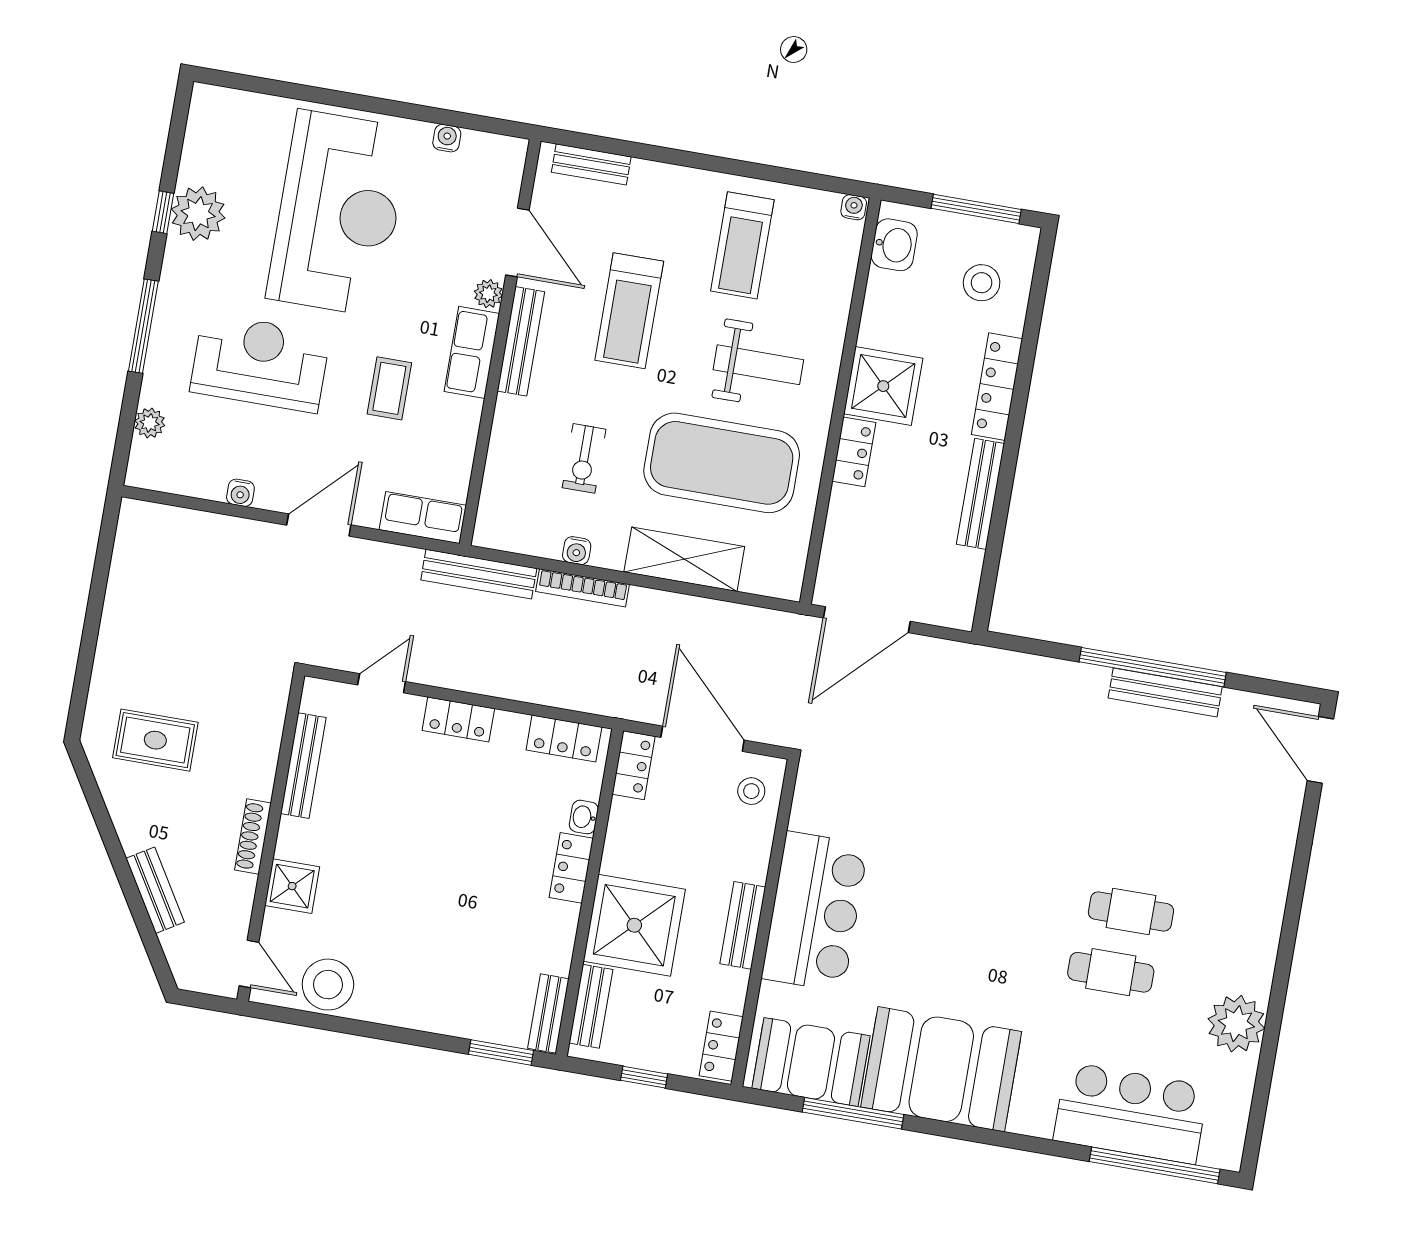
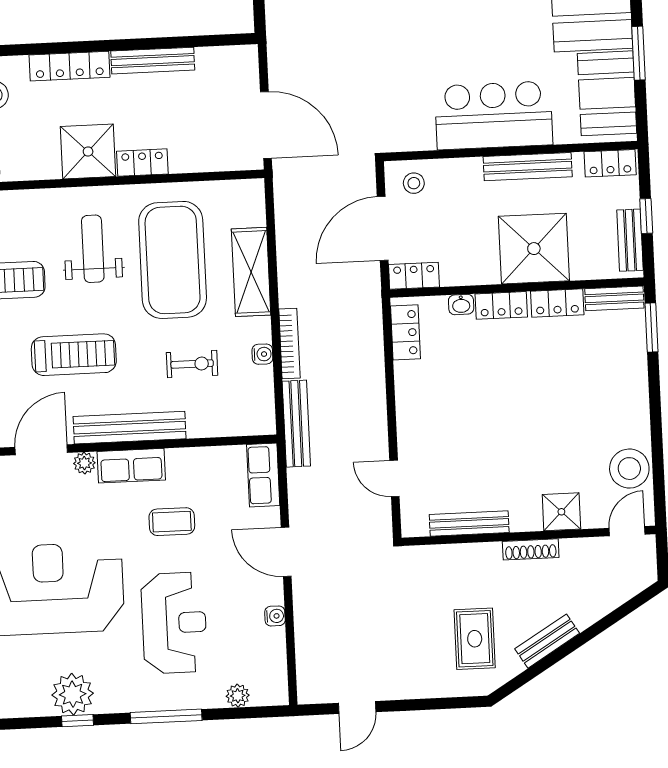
bench: (521, 341) -> (130, 428), width x1.37, depth x1.21
reception desk: (260, 363) -> (174, 623), turned 180
door: (101, 571) -> (357, 707), added
locker: (458, 719) -> (557, 303), moved, turned 90
bench: (155, 890) -> (547, 641), moved
bench: (743, 925) -> (528, 167), width x1.36
bench: (591, 1006) -> (630, 240), moved, turned 90
window: (853, 1113) -> (639, 53), width x0.69

